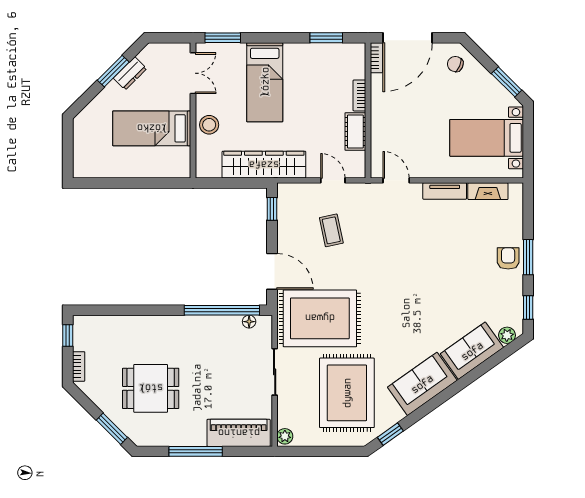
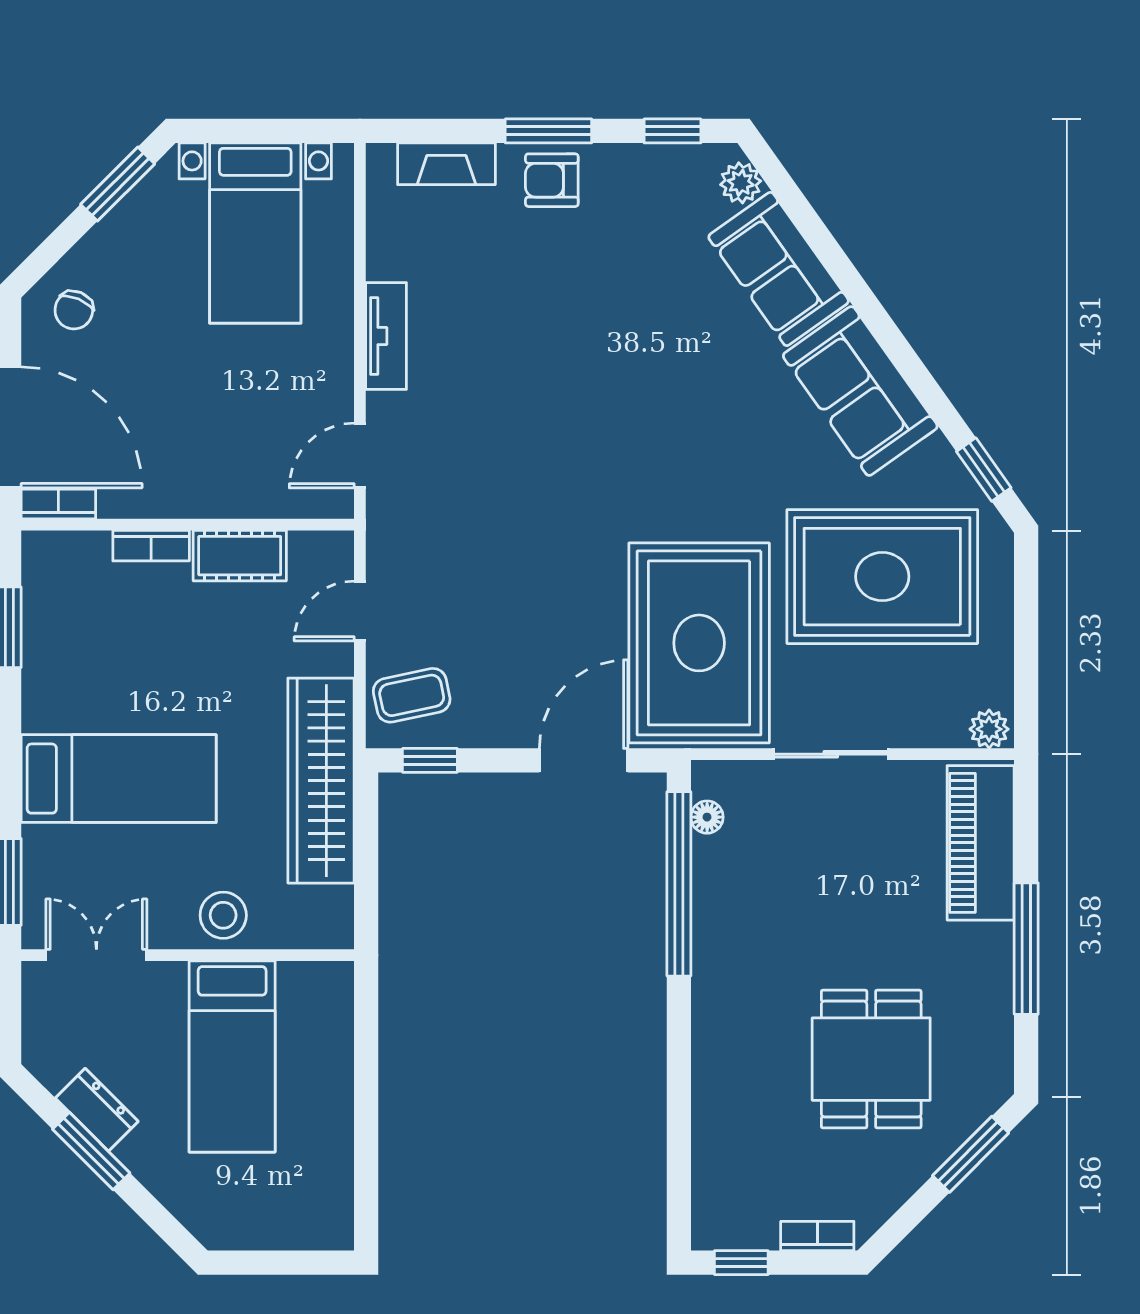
fireplace: (488, 191) -> (446, 164), moved, turned 90
coffee table: (331, 230) -> (412, 695), moved

